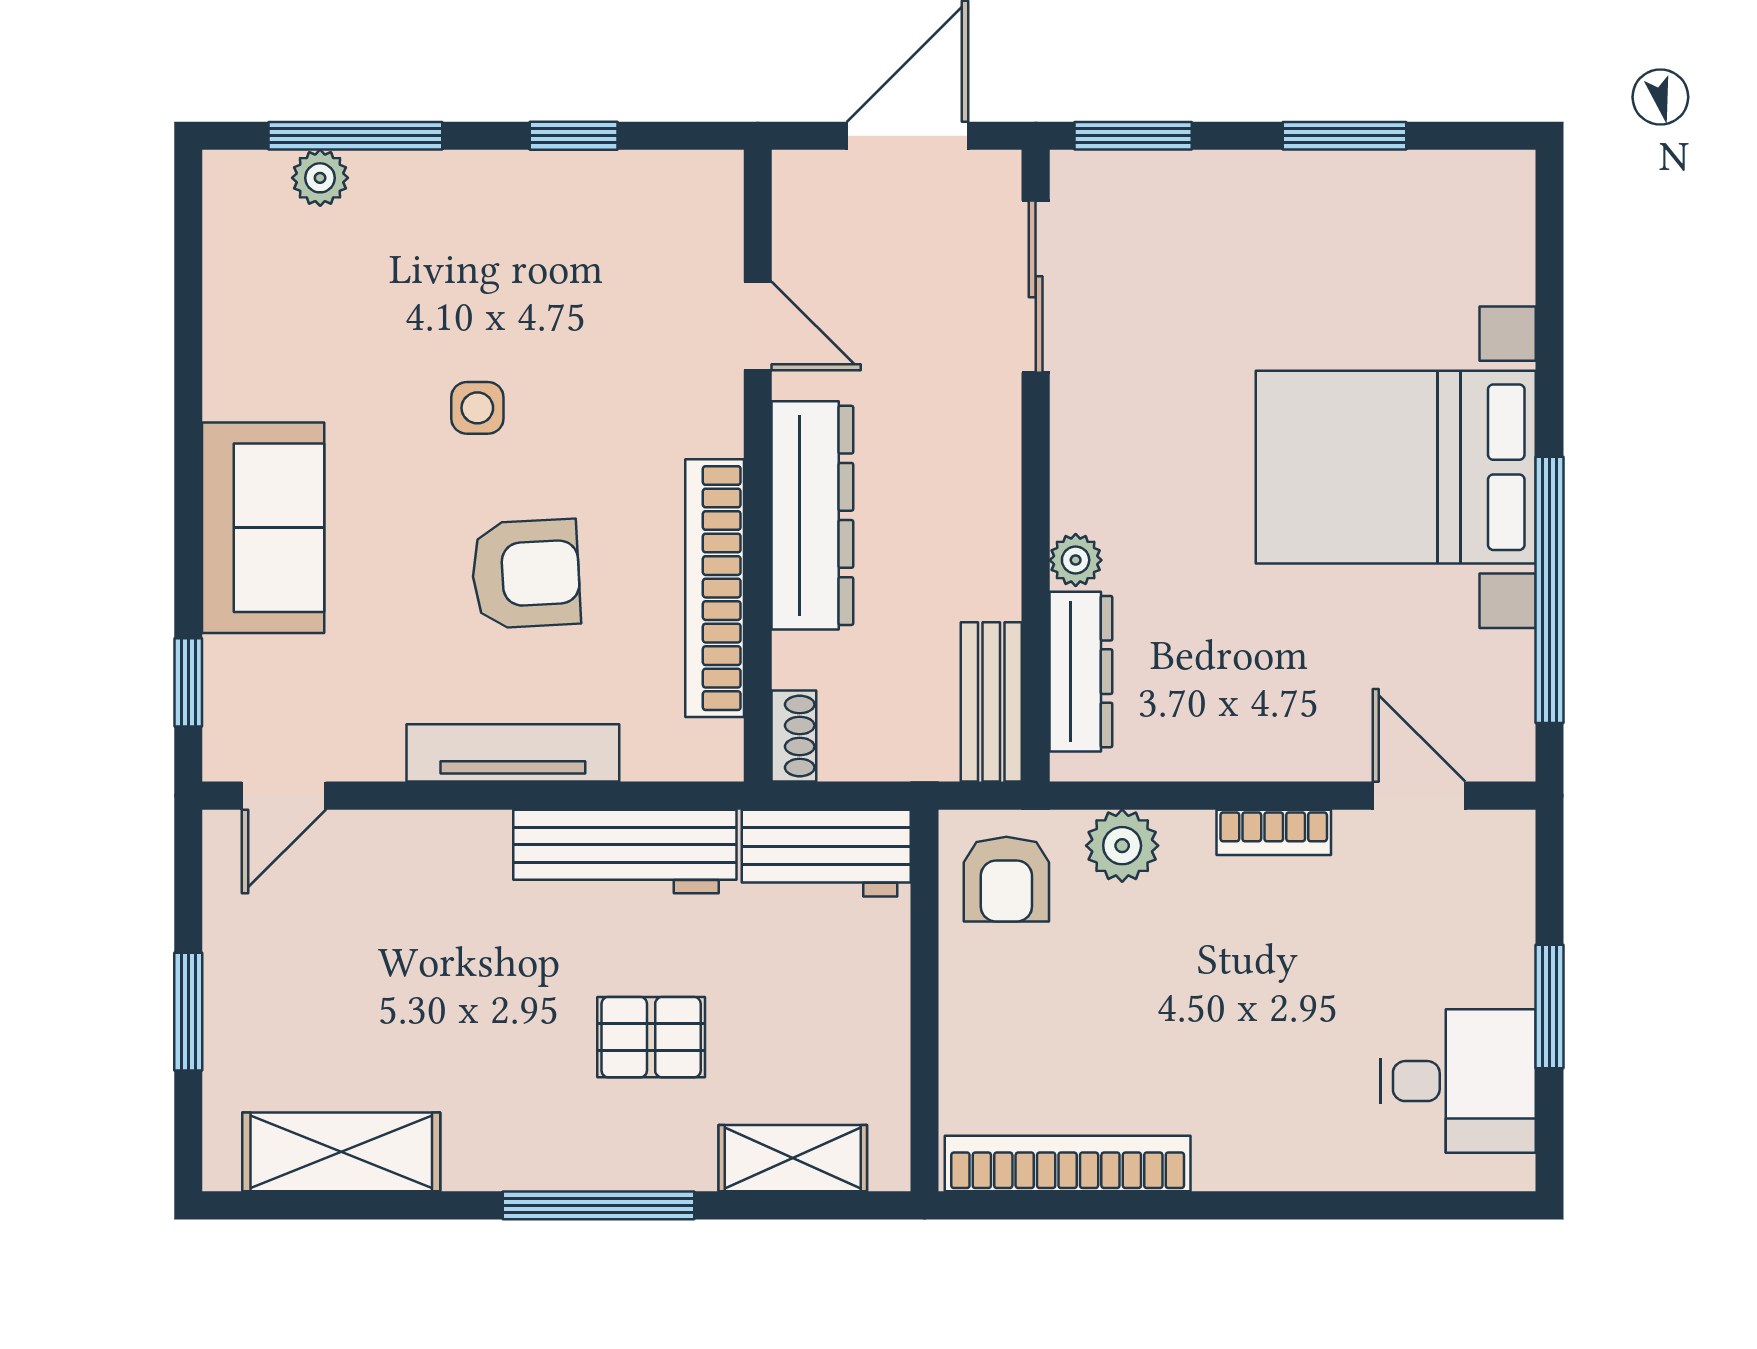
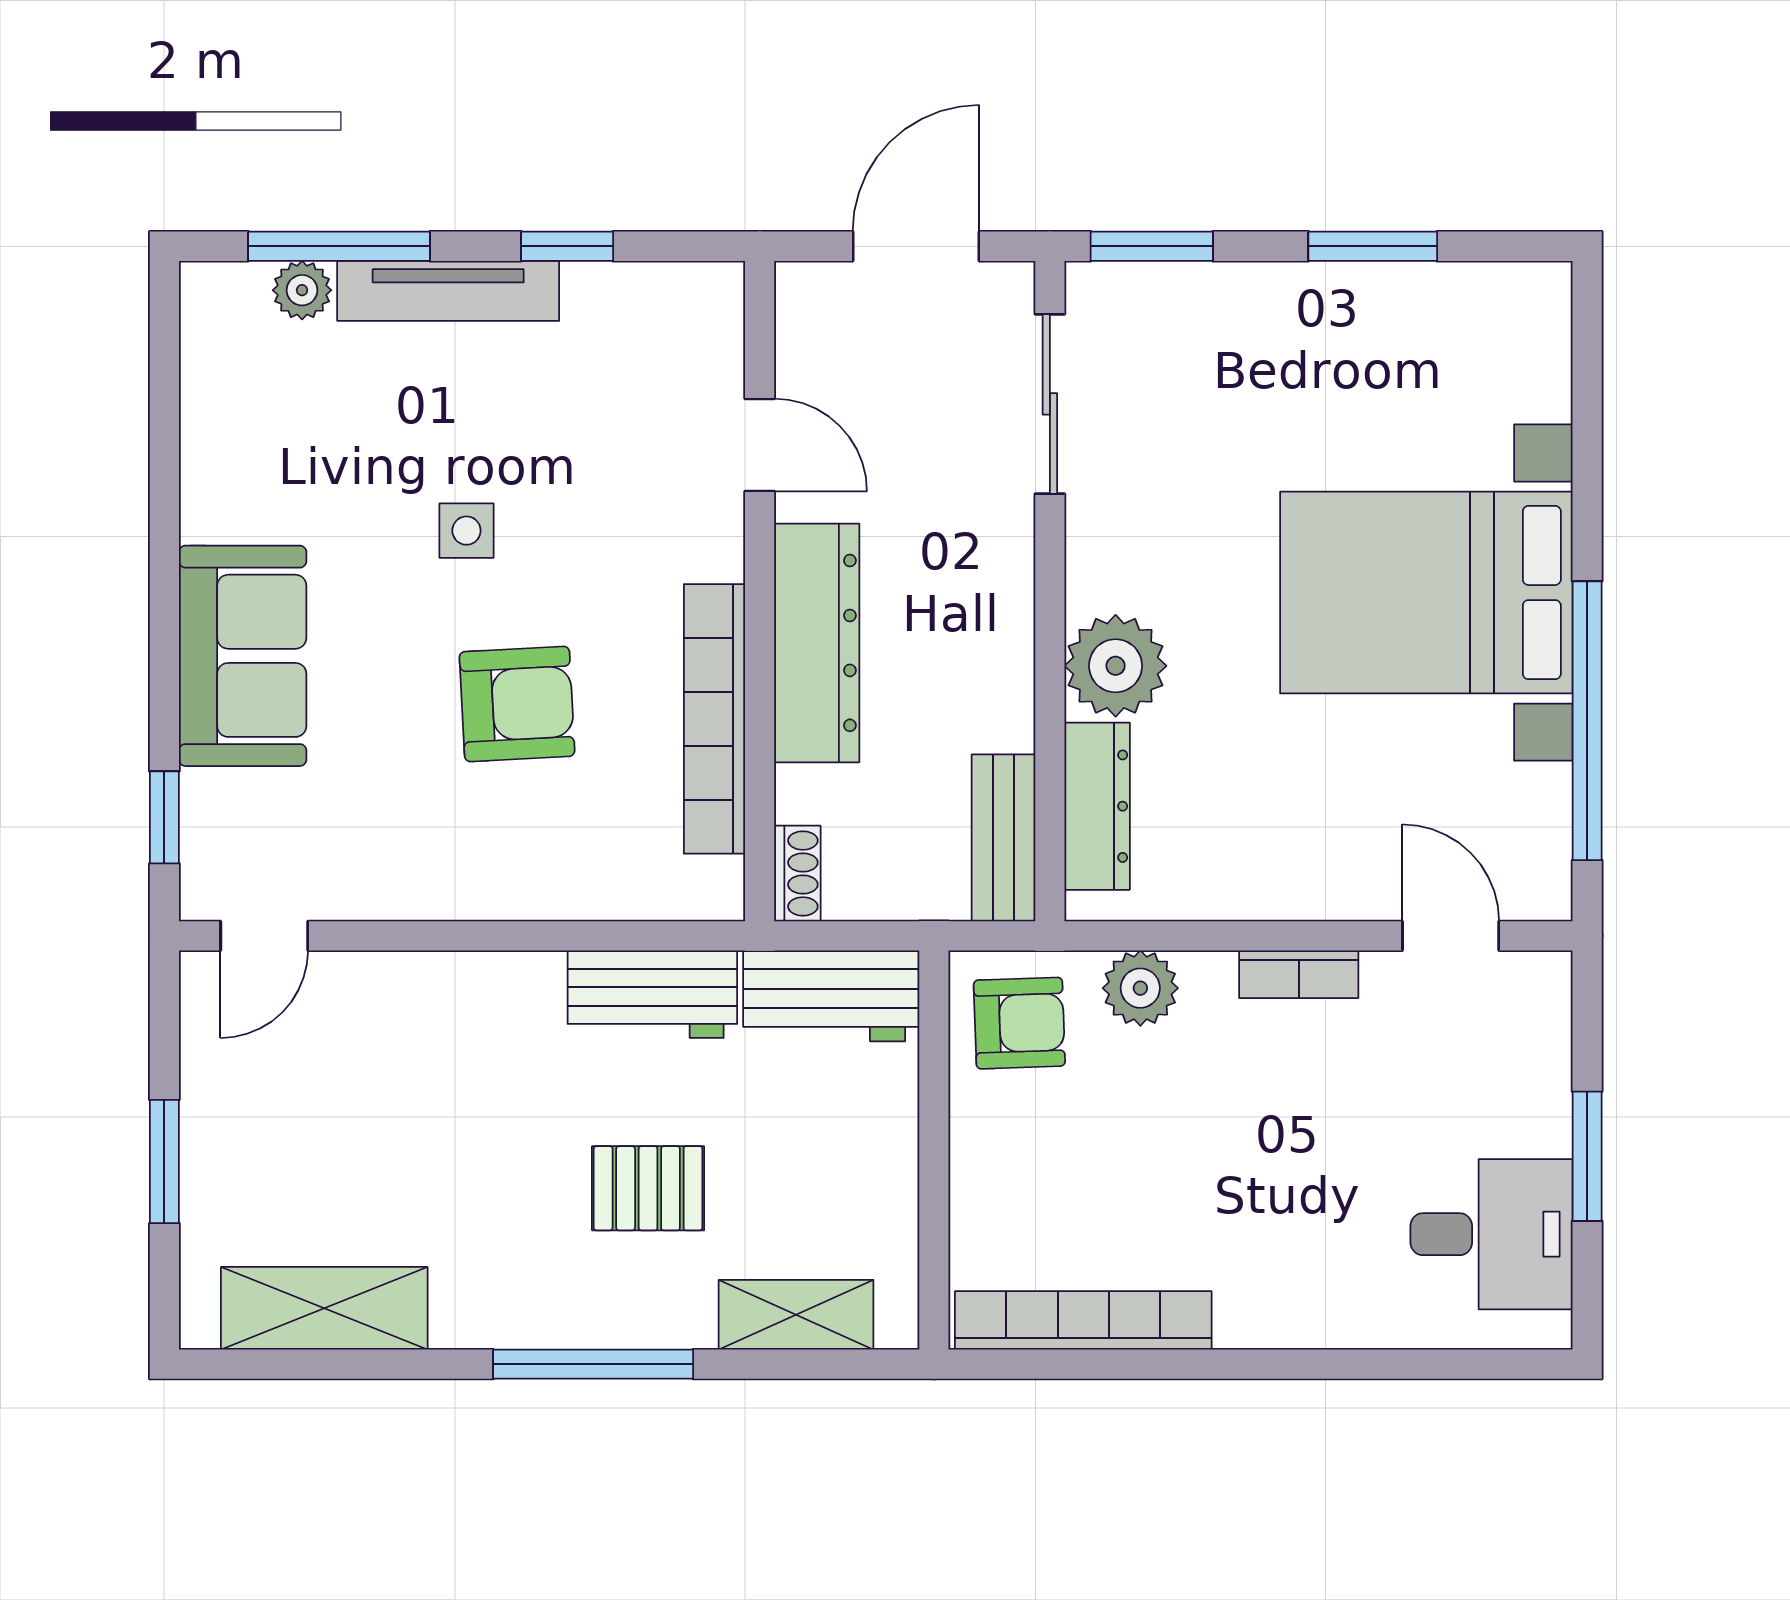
plant: (1076, 560) -> (1116, 666), width x1.88, depth x1.88
tv unit: (513, 753) -> (448, 291), moved, turned 180
workbench: (625, 851) -> (652, 994), width x0.73
armchair: (1006, 879) -> (1019, 1023), turned -92

